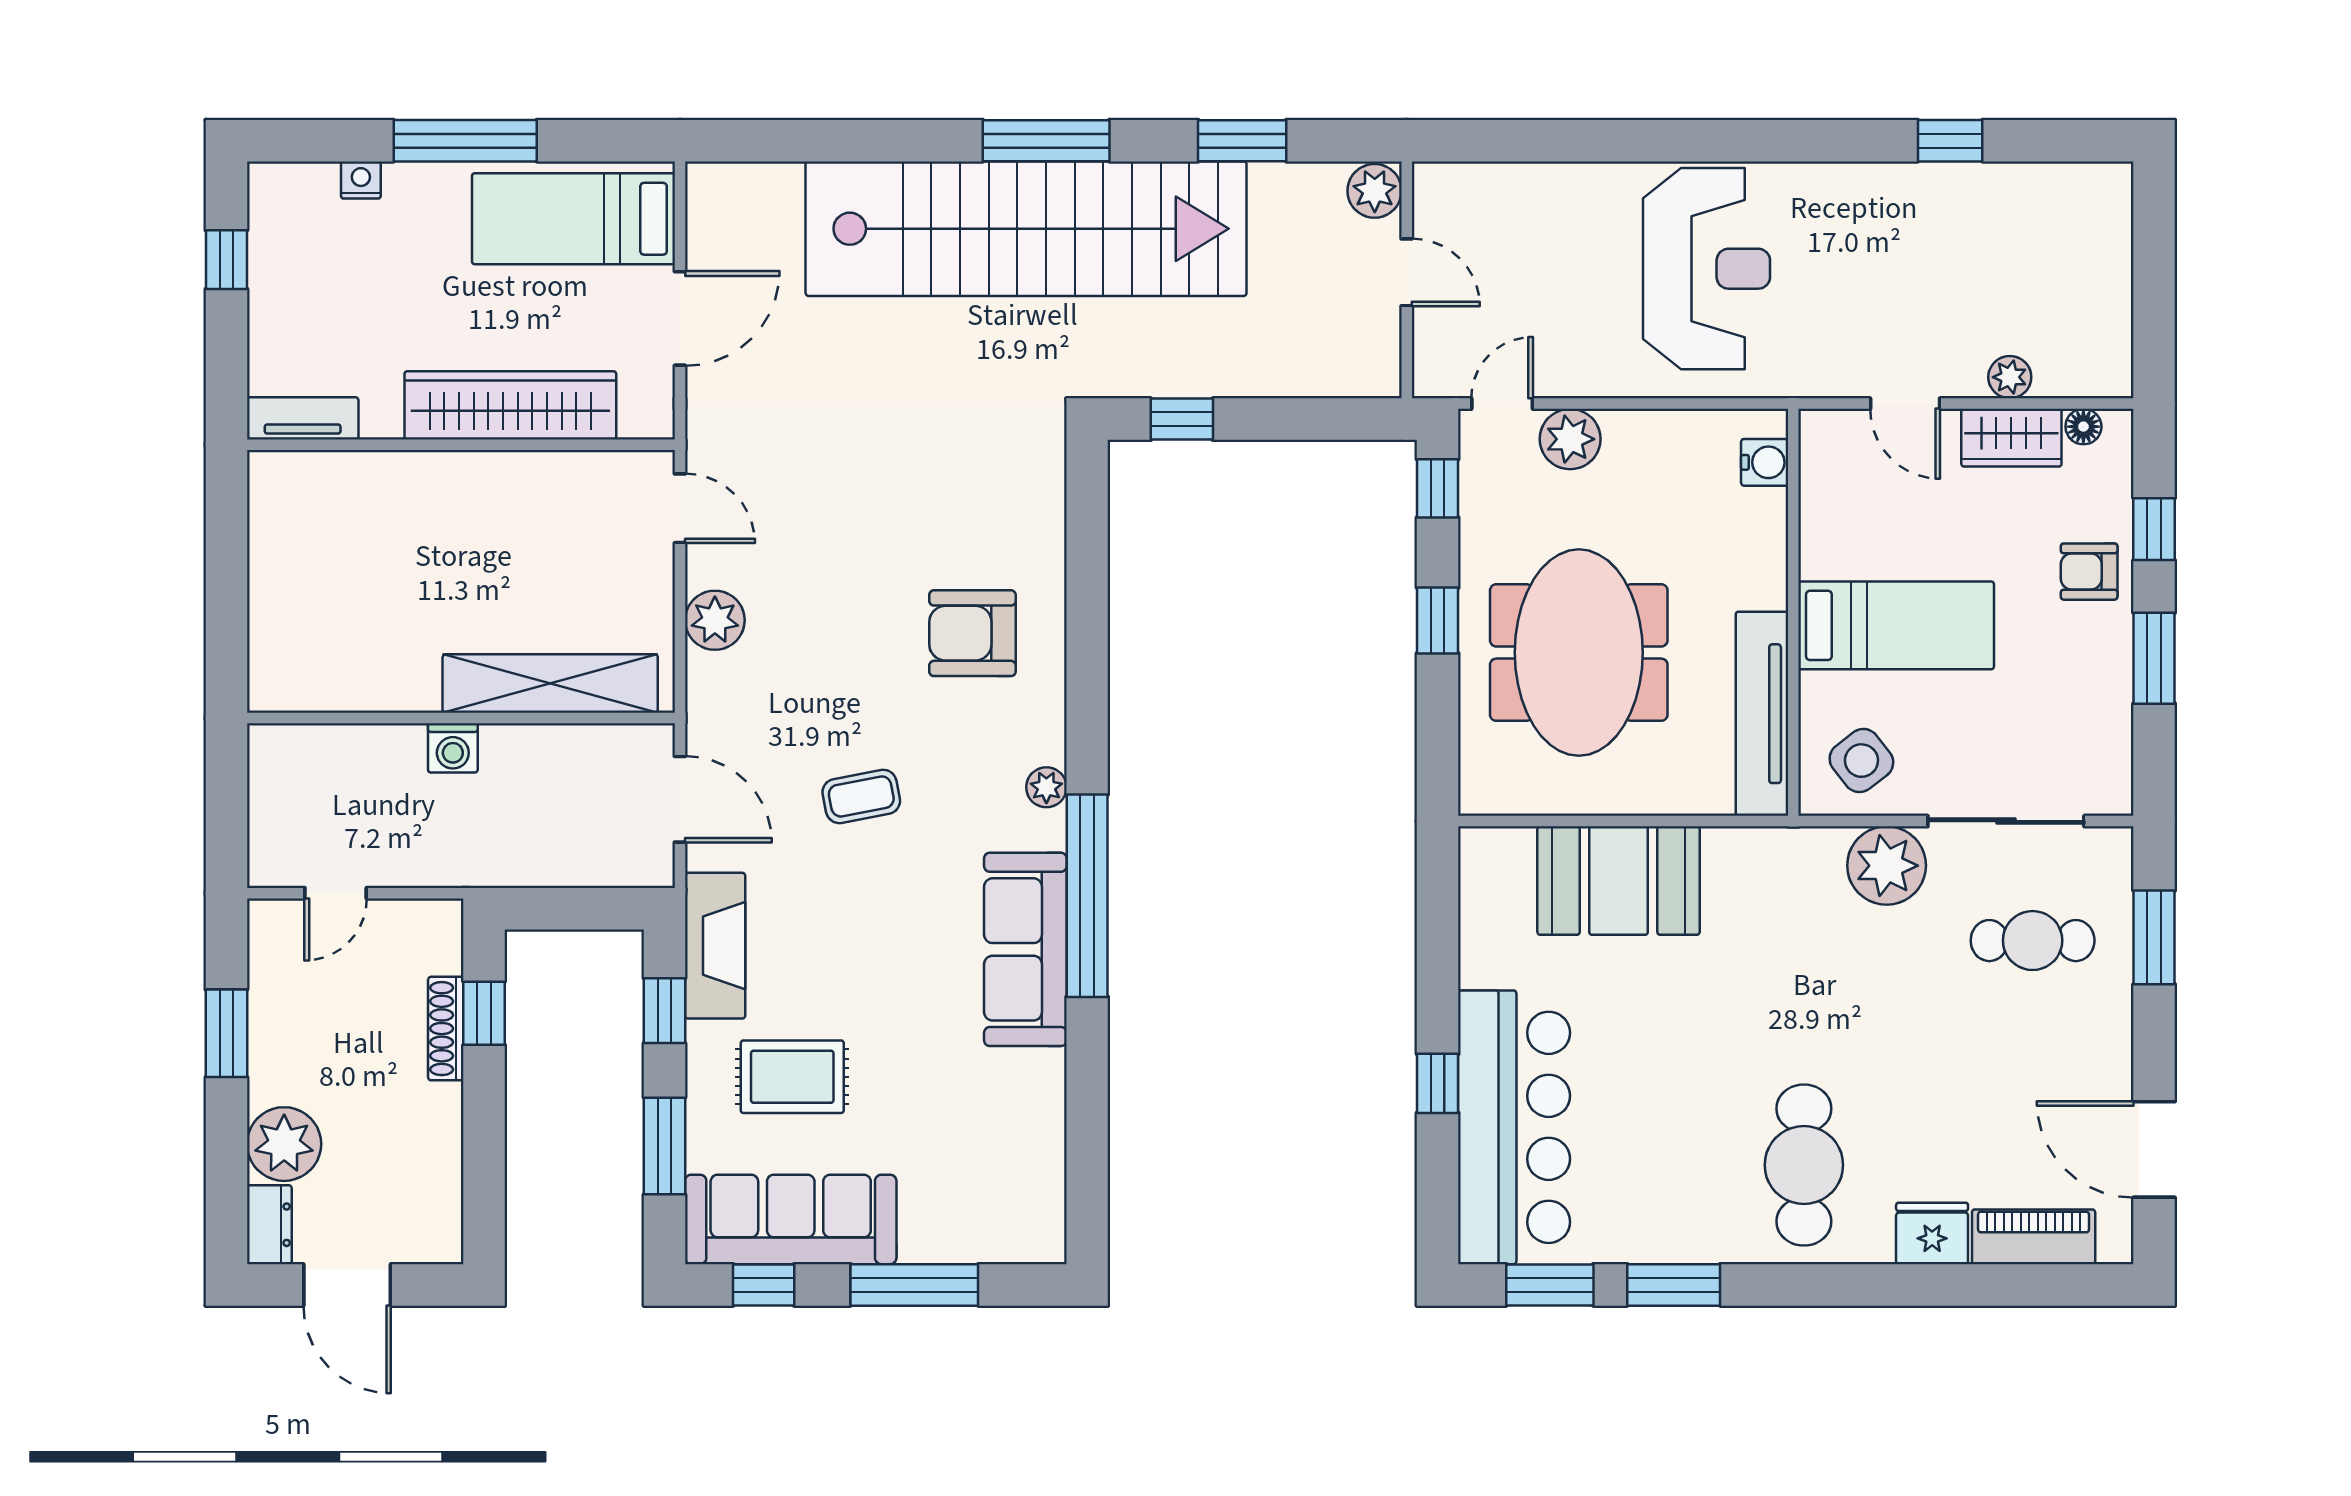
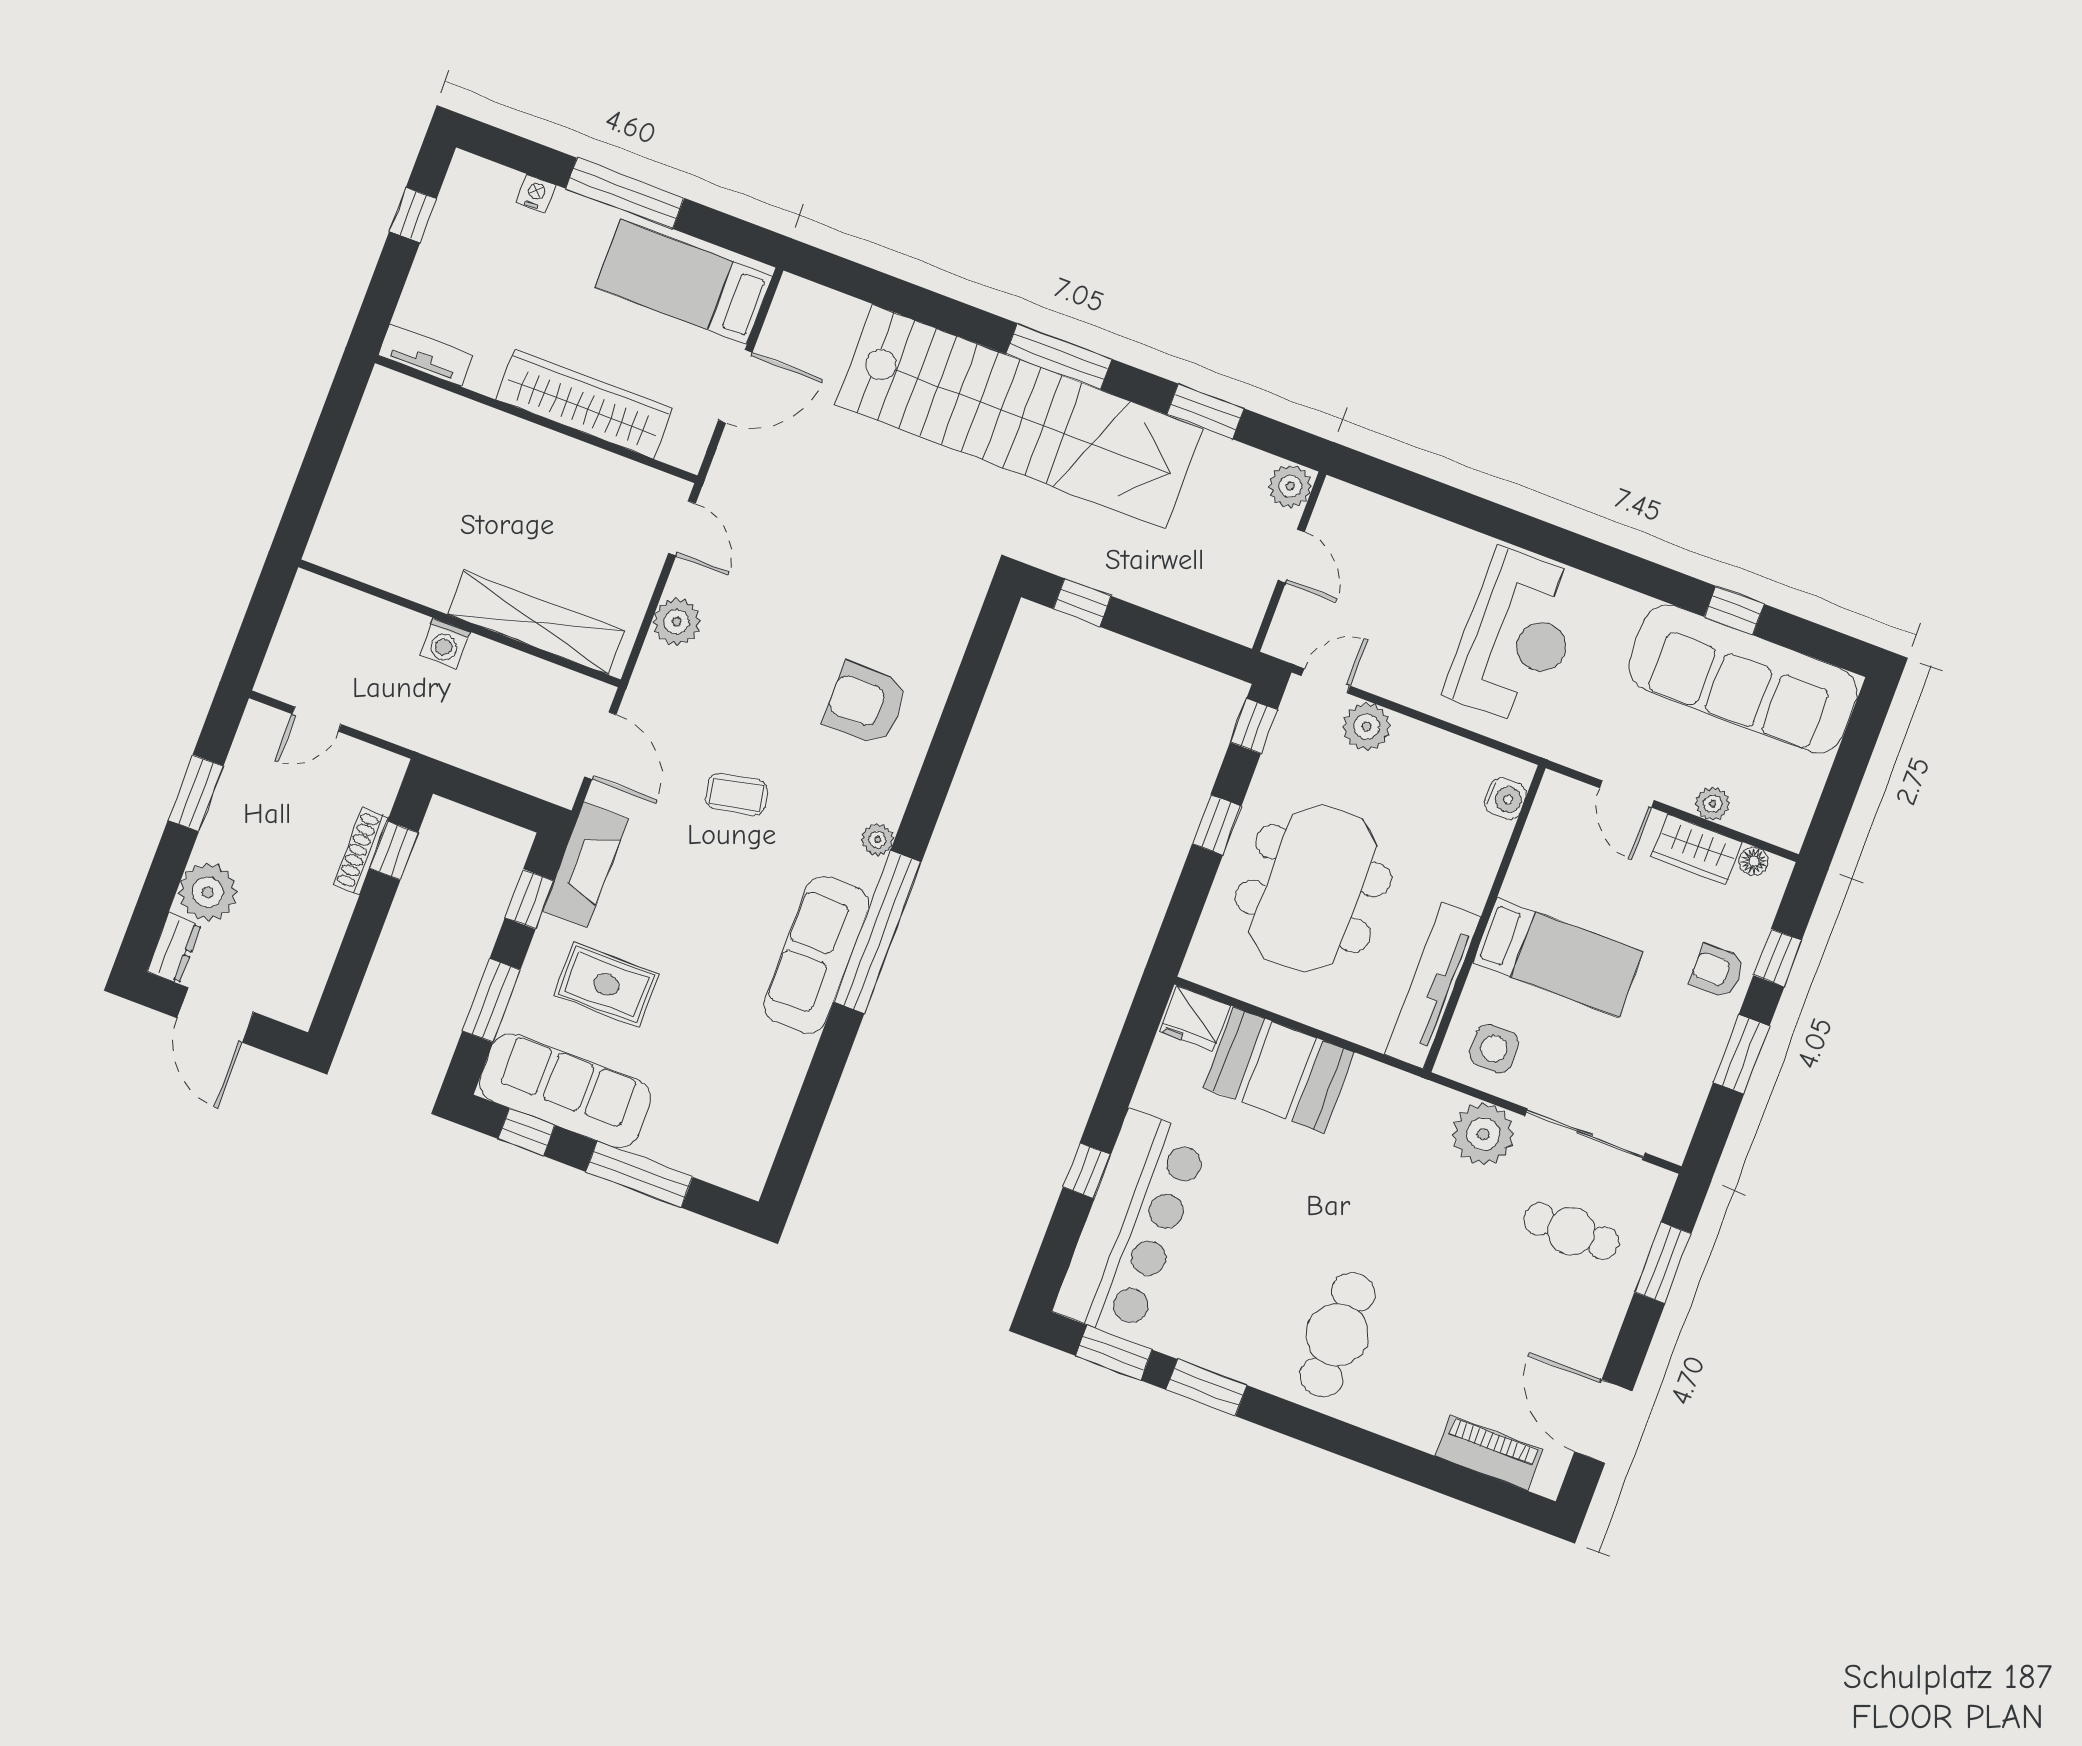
sofa: (1990, 218) -> (1743, 679), added
side table: (1861, 761) -> (1494, 1049), turned 38
fridge: (1932, 1233) -> (1195, 1018), moved, turned 180

